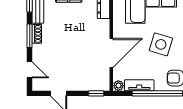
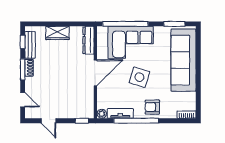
door: (111, 53) -> (95, 73), moved

